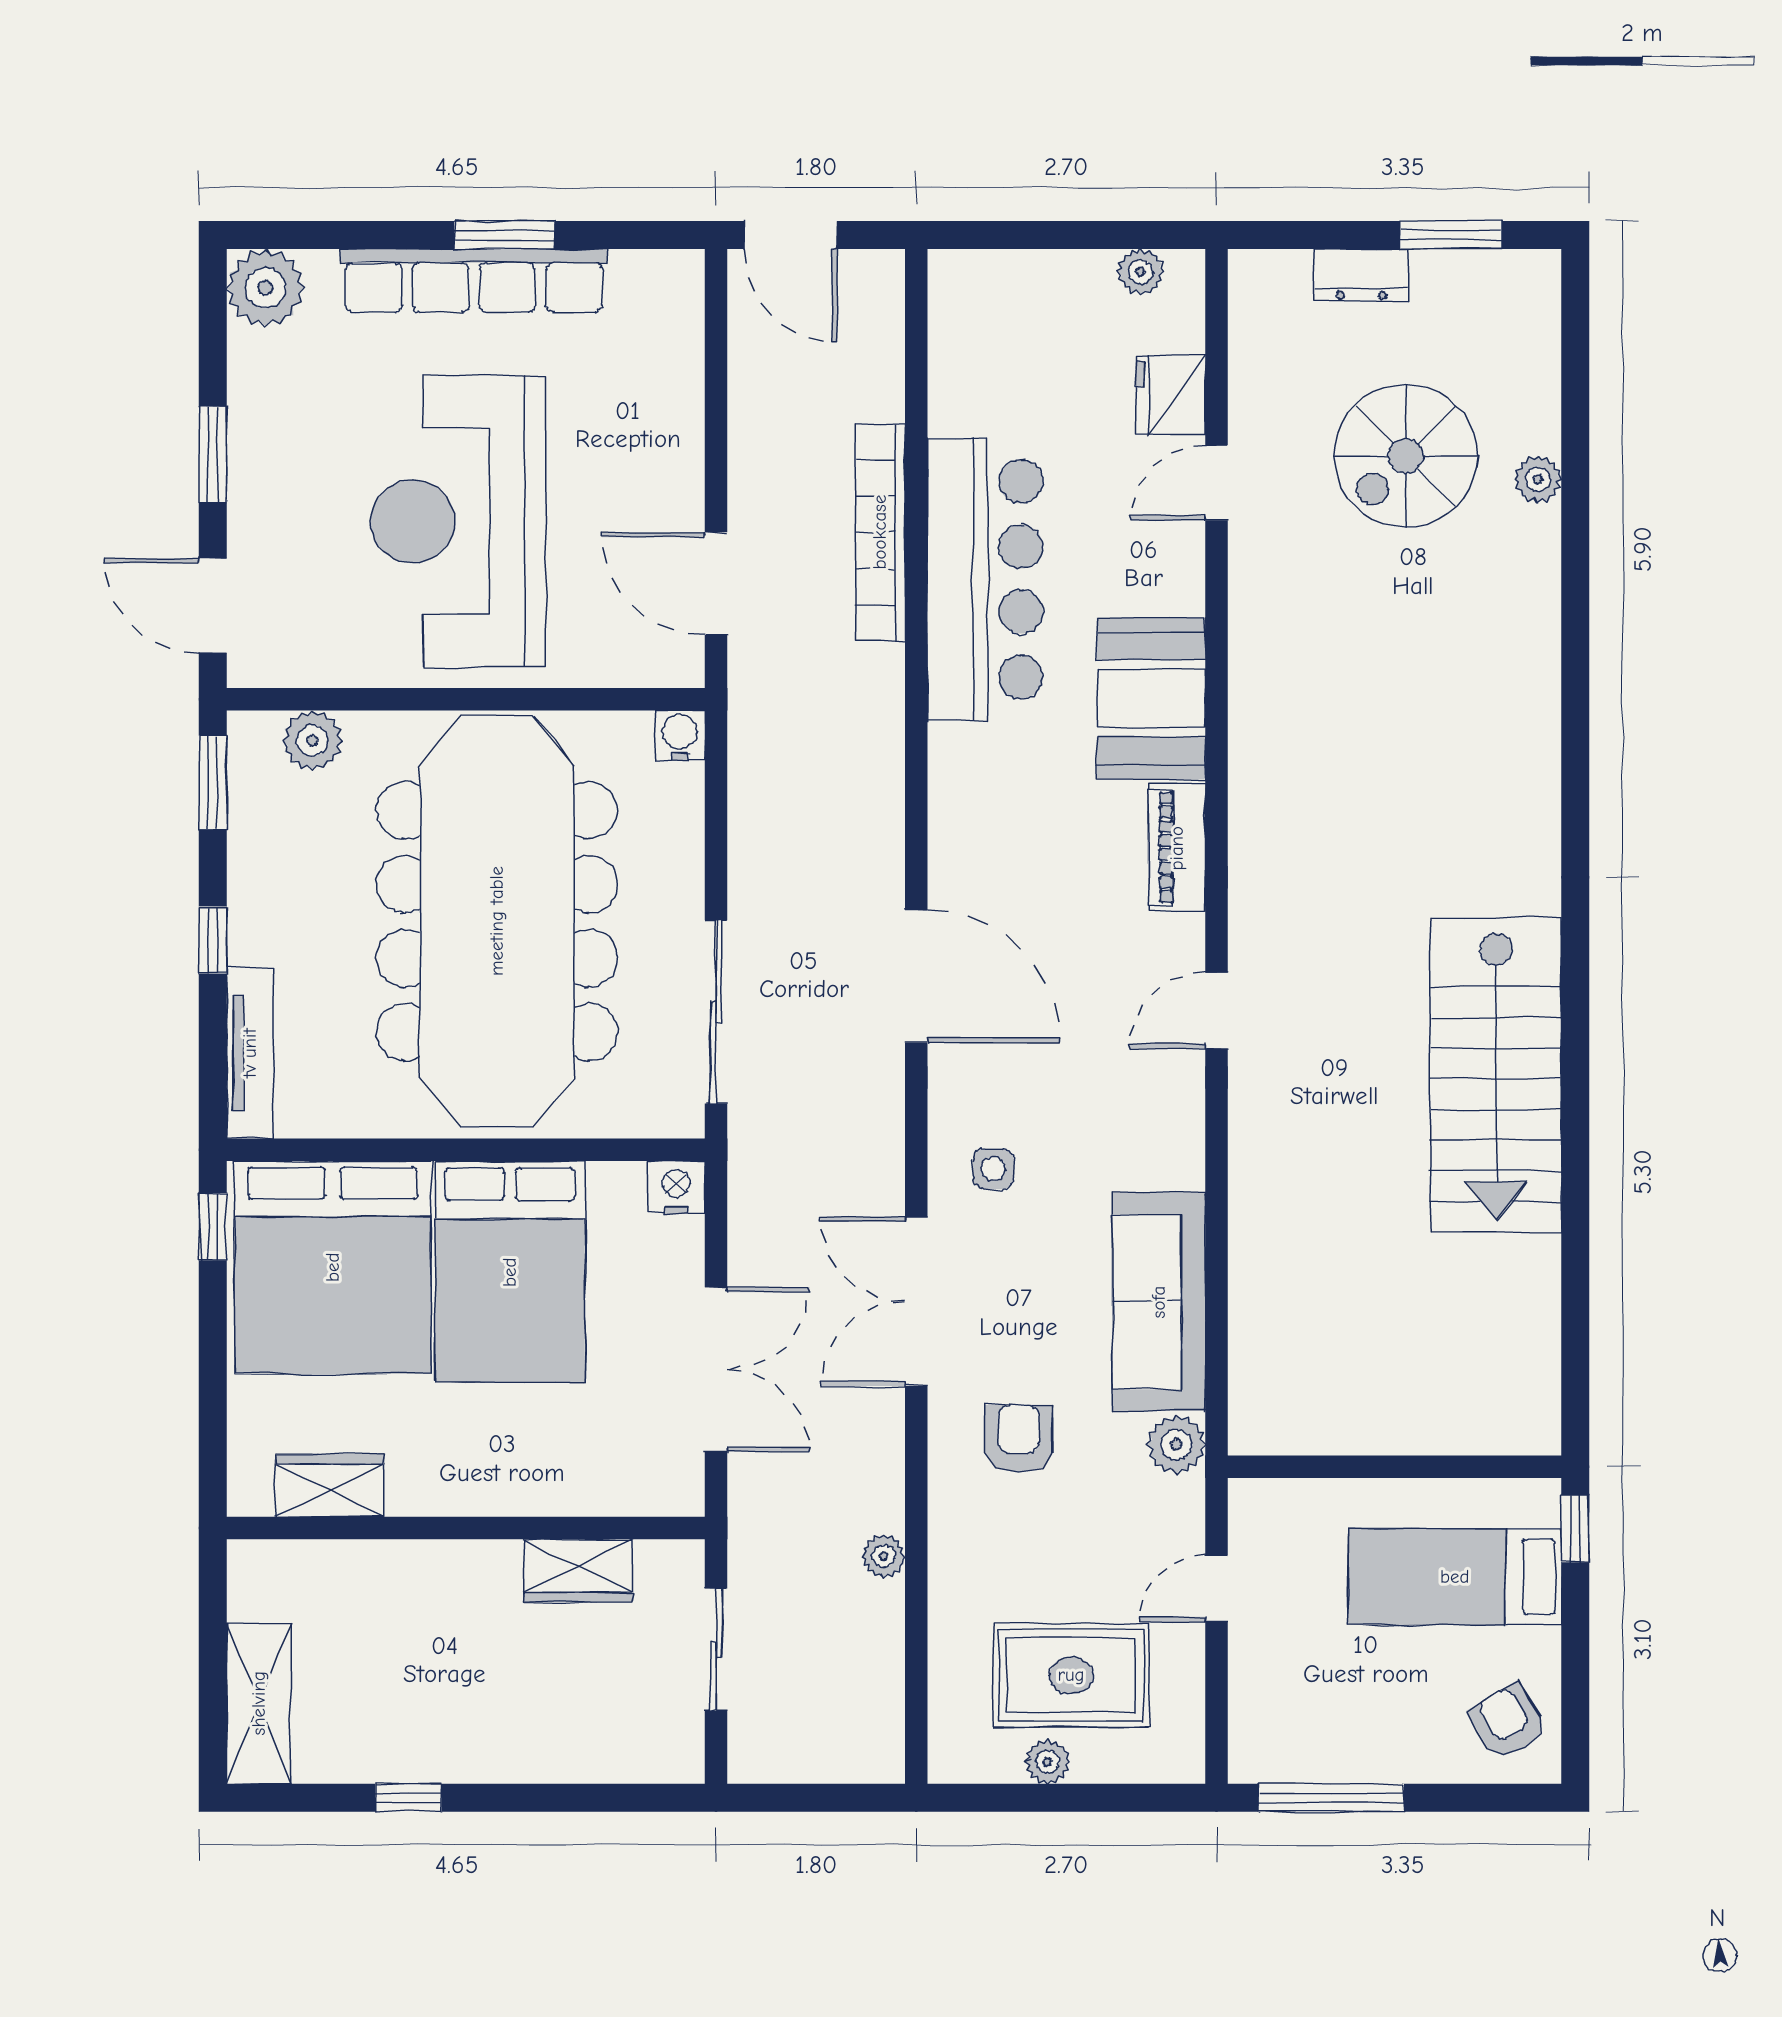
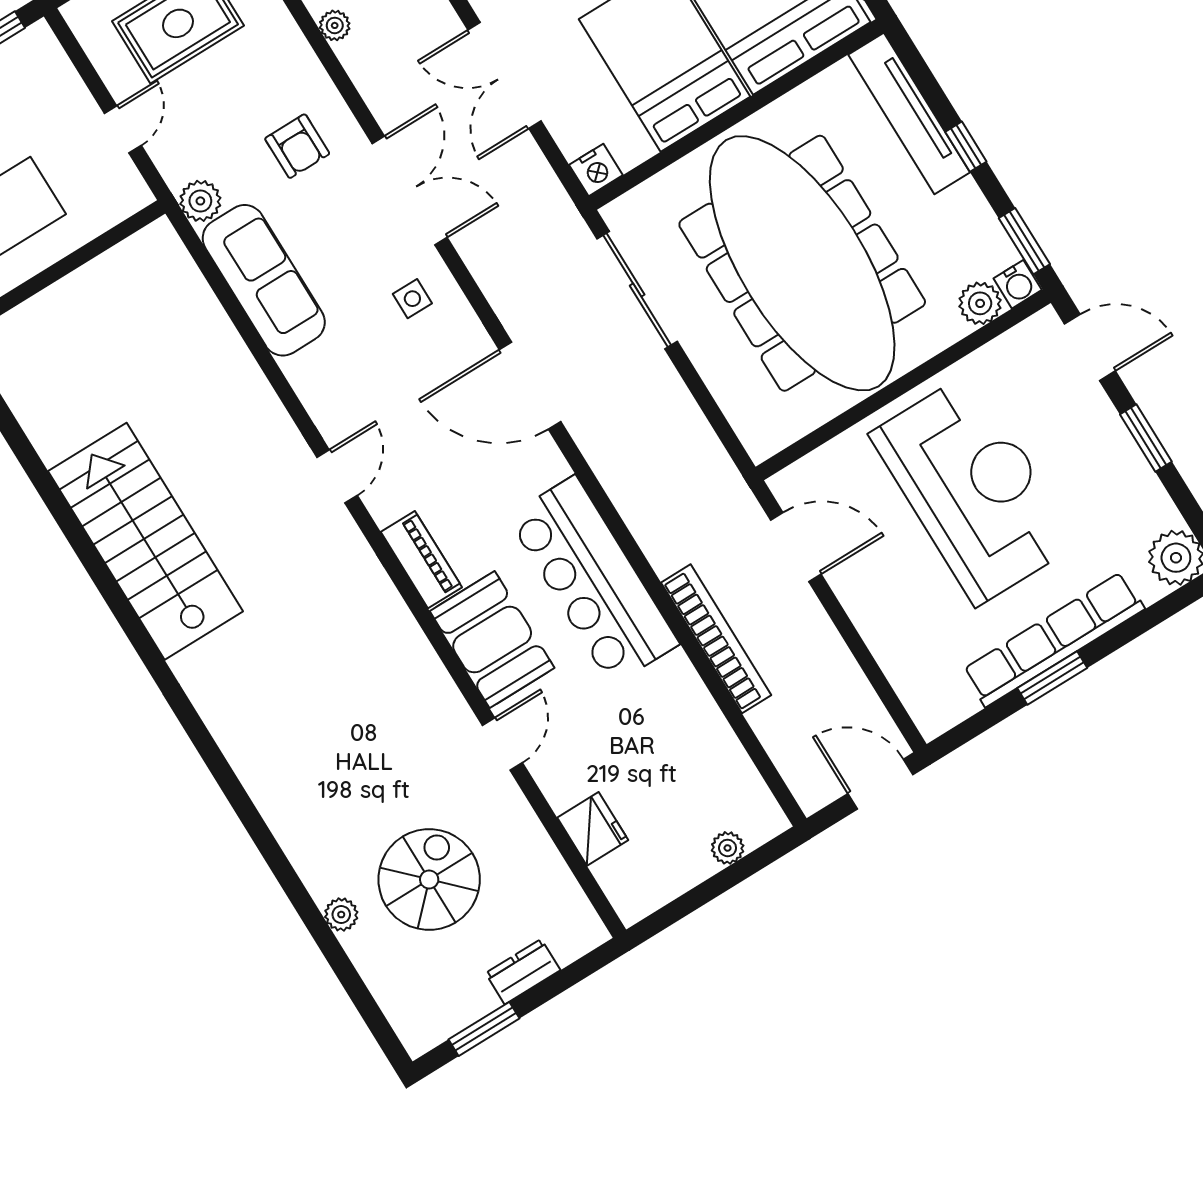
plant: (1141, 272) -> (728, 848), moved
door: (1217, 483) -> (502, 744), moved
bar counter: (985, 579) -> (593, 580), moved
water cooler: (680, 735) -> (1018, 284), moved
tv unit: (250, 1053) -> (909, 113), width x1.36, depth x1.29

